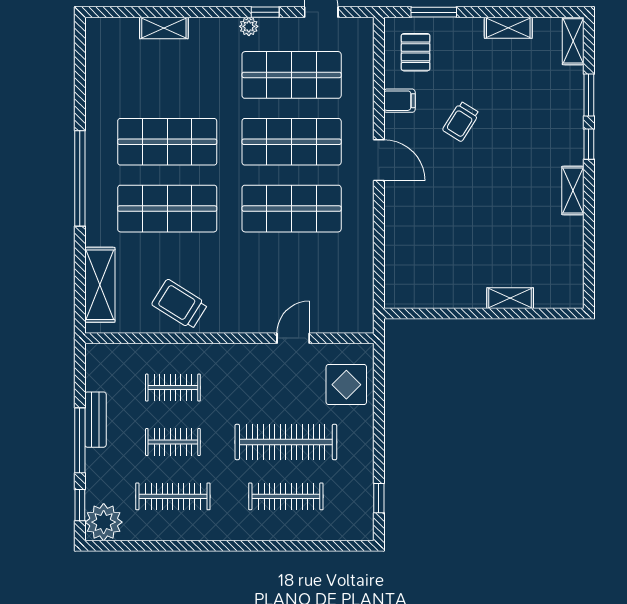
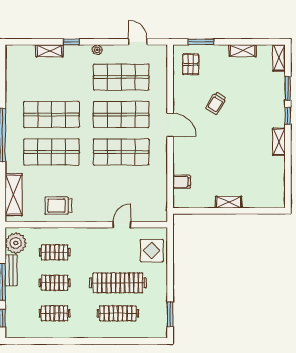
window: (265, 12) -> (71, 42), moved
filing cabinet: (399, 101) -> (182, 182), moved
shelving: (510, 298) -> (229, 202), moved
trolley: (180, 304) -> (58, 206), turned -32
clothes rail: (173, 496) -> (55, 313), width x0.73
window: (379, 498) -> (170, 314), width x1.50
plant: (104, 522) -> (16, 243), moved

